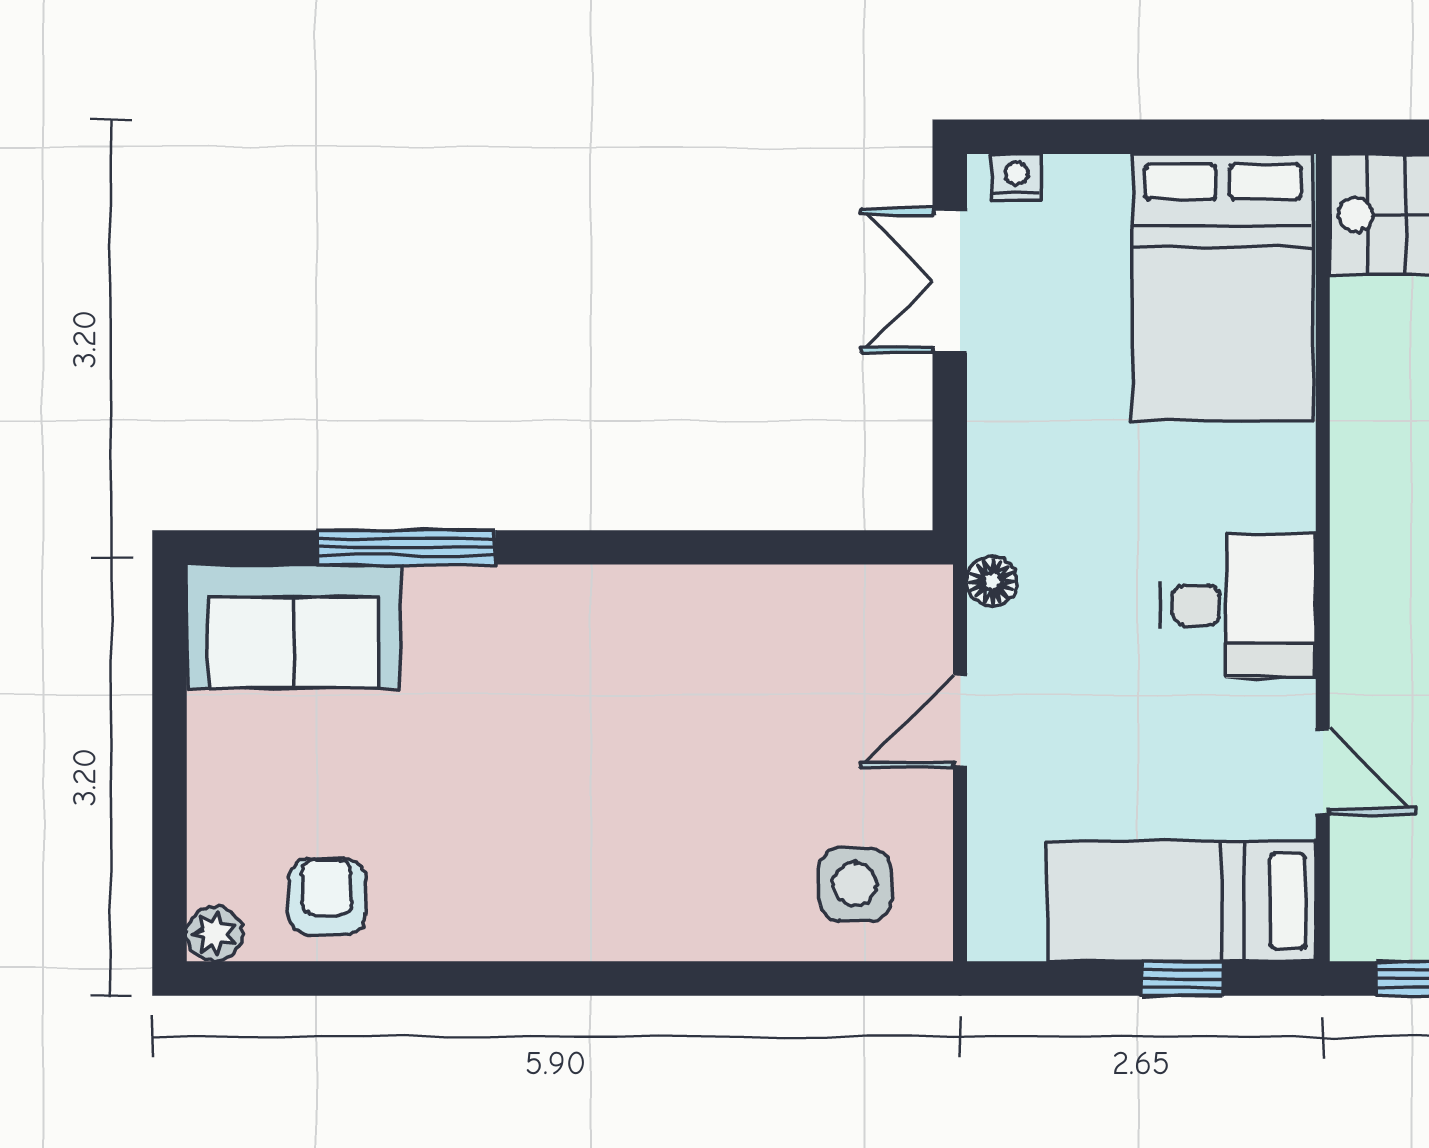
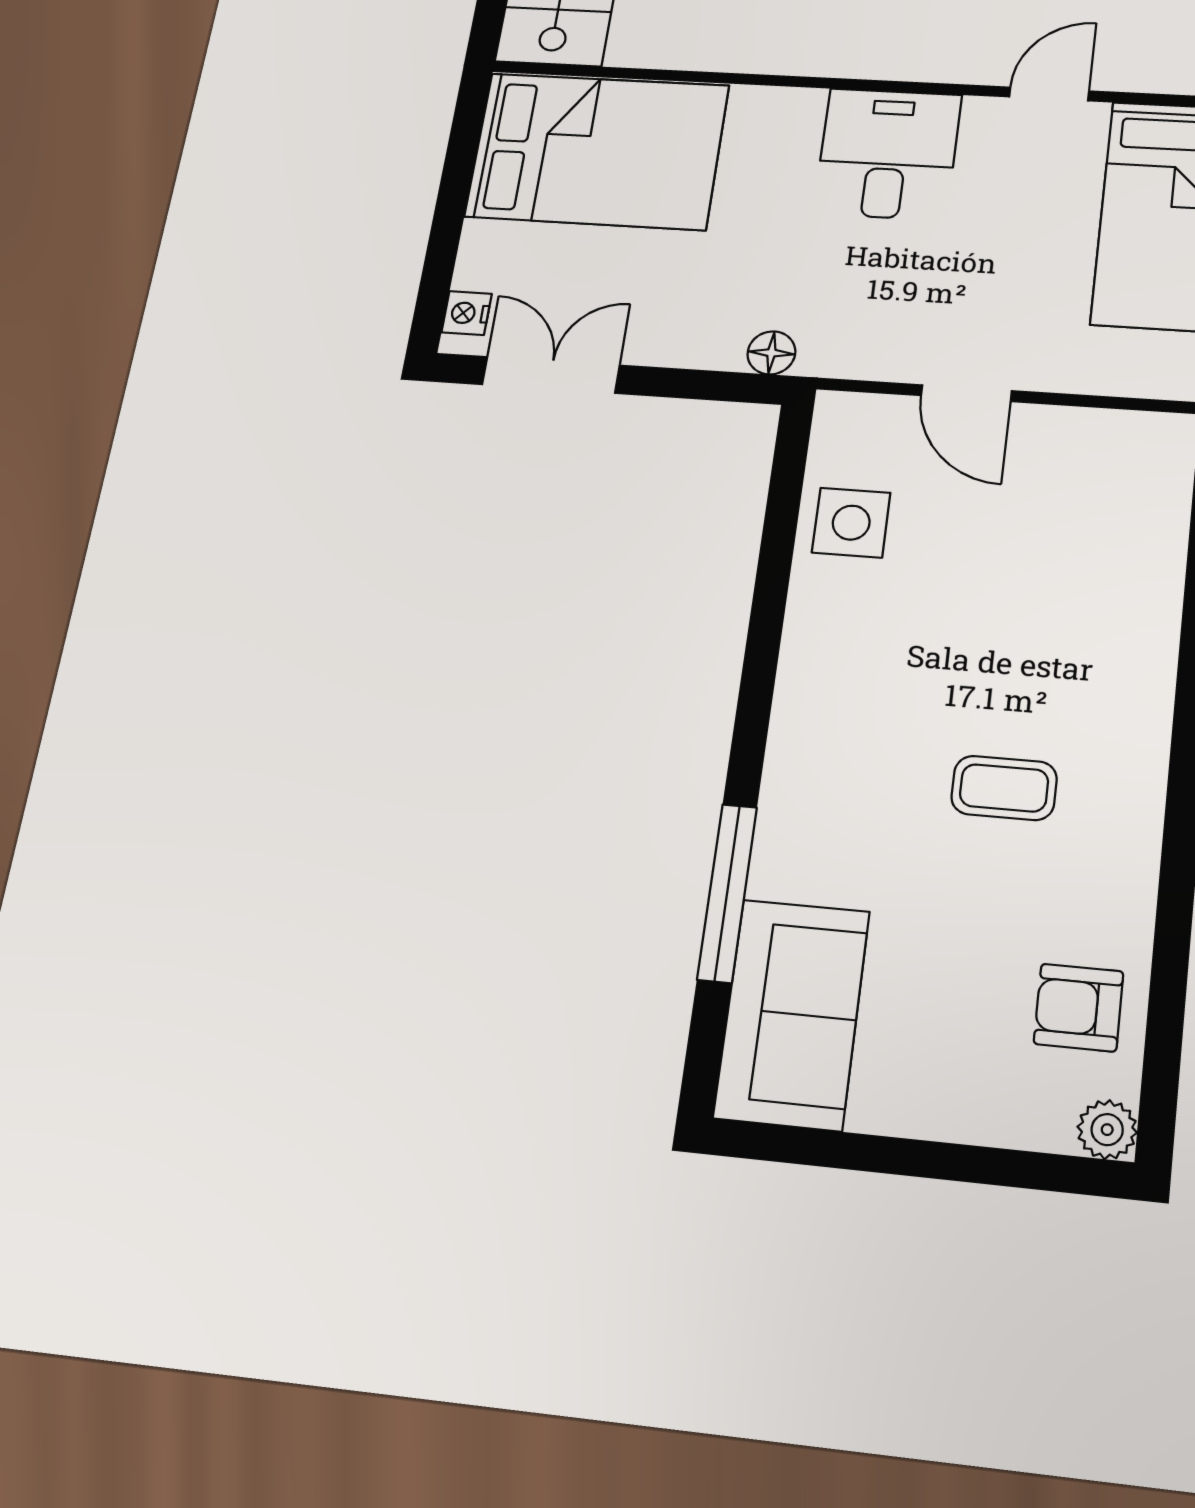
double door: (950, 281) -> (551, 375), swing flipped
floor lamp: (992, 581) -> (771, 353), moved
coffee table: (537, 804) -> (1004, 788), added
side table: (855, 884) -> (851, 523), moved

